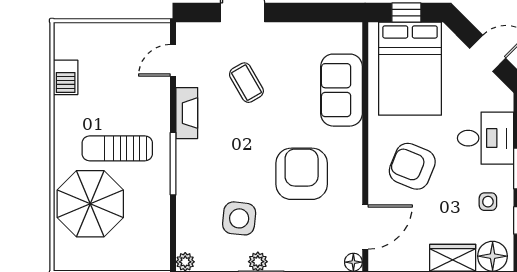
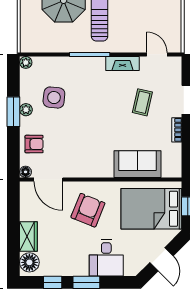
bookcase: (289, 30) -> (177, 130), added
coffee table: (246, 83) -> (142, 102), turned -47
armchair: (302, 174) -> (34, 144), moved, width x0.53, depth x0.53
side table: (488, 202) -> (65, 259), removed

